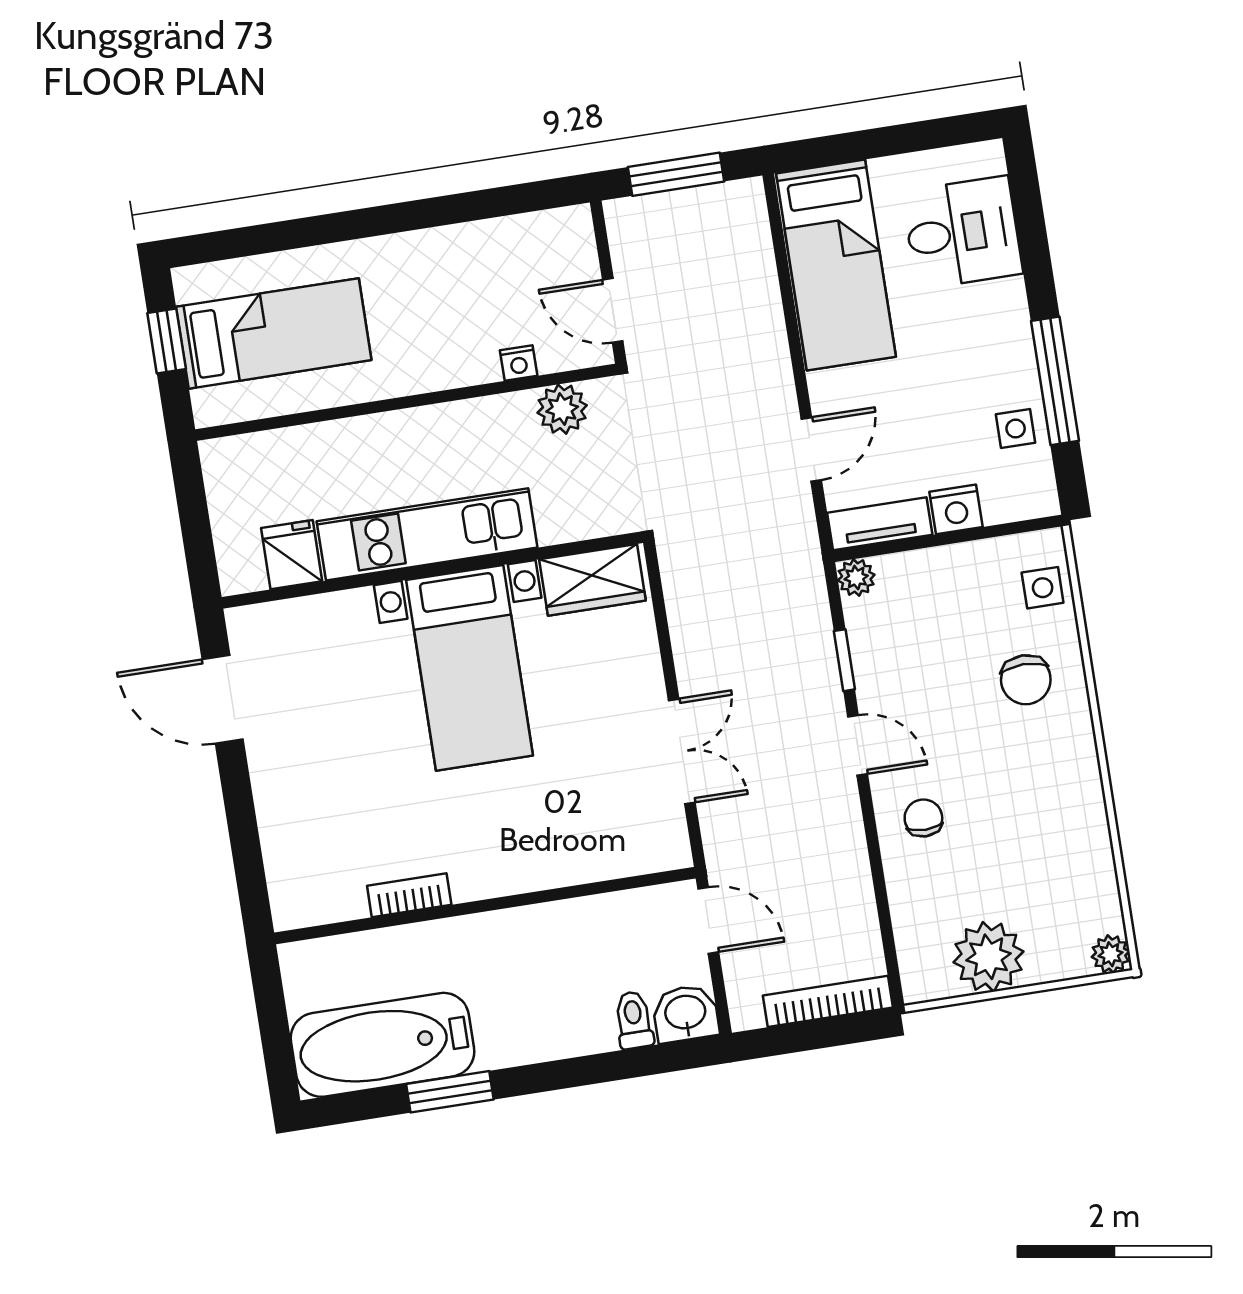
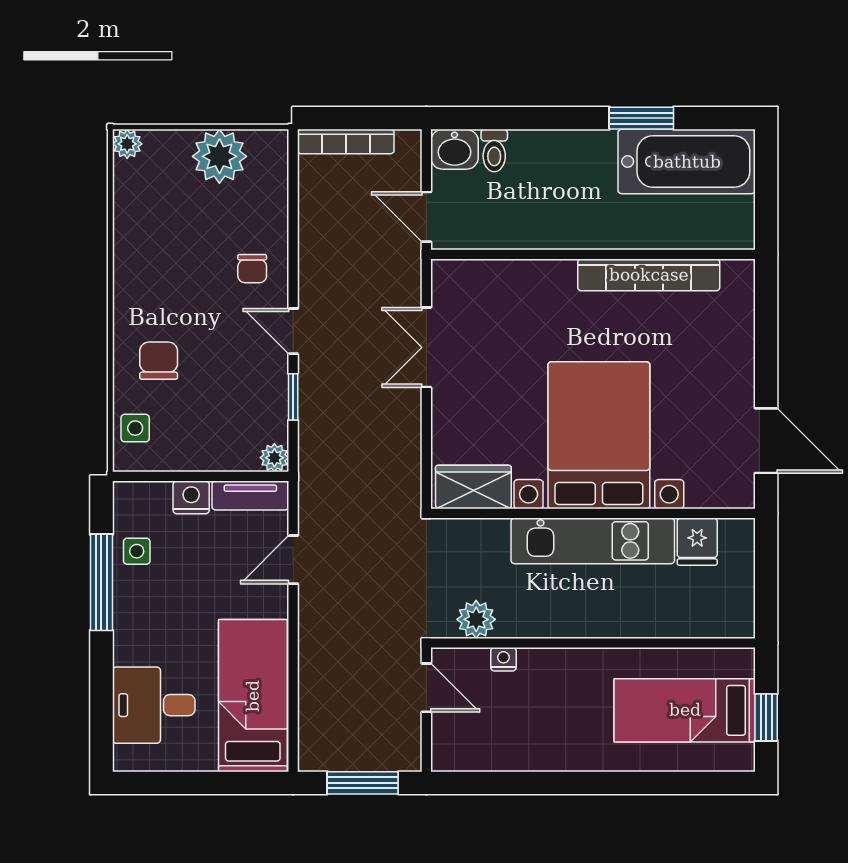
bed with nightstands: (470, 668) -> (599, 435), width x1.36
bookcase: (409, 895) -> (649, 275), width x2.31, depth x1.31

